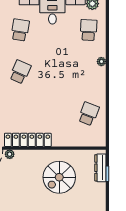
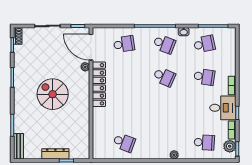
dresser: (100, 168) -> (55, 154), moved
spiral stairs: (59, 177) -> (53, 94), moved

